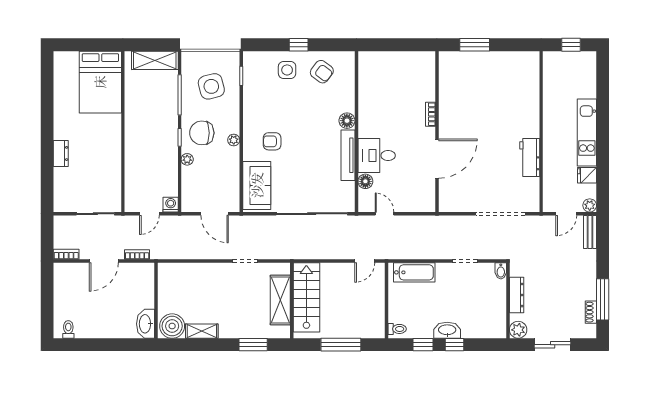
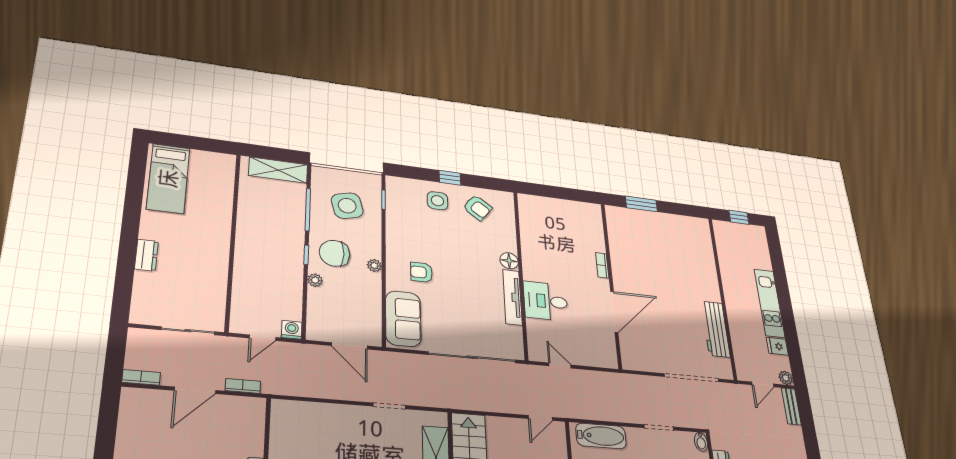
bed: (100, 82) -> (168, 178), moved, width x0.67
workbench: (530, 158) -> (716, 329), width x1.38
floor lamp: (365, 181) -> (535, 327), removed

